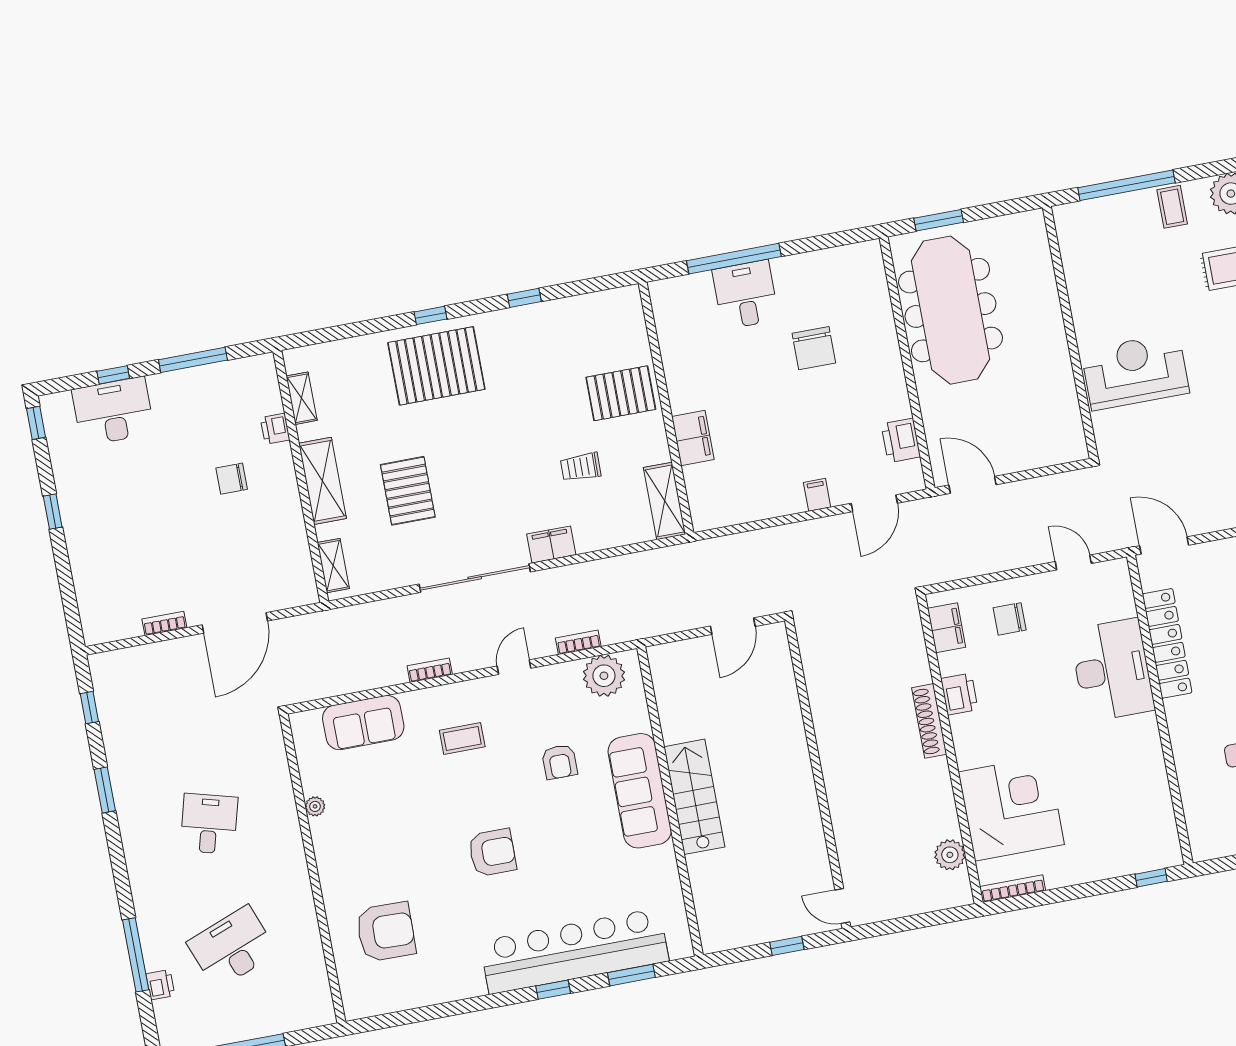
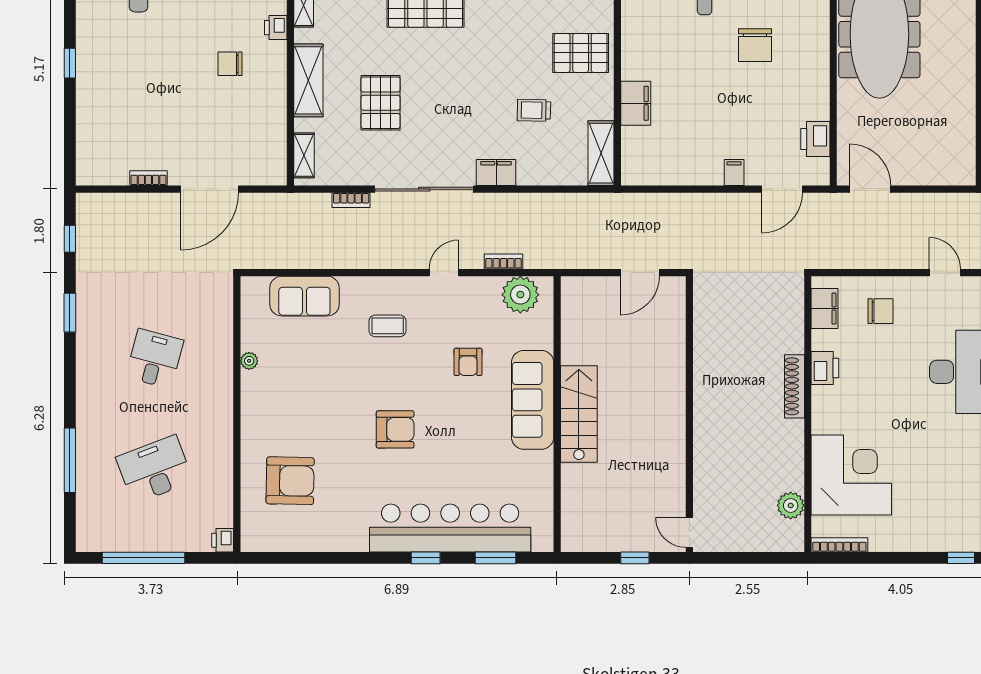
chair: (1010, 619) -> (880, 311), turned 180
bookcase: (430, 670) -> (351, 200), moved, turned 180
printer: (160, 985) -> (223, 540), moved, turned 180

